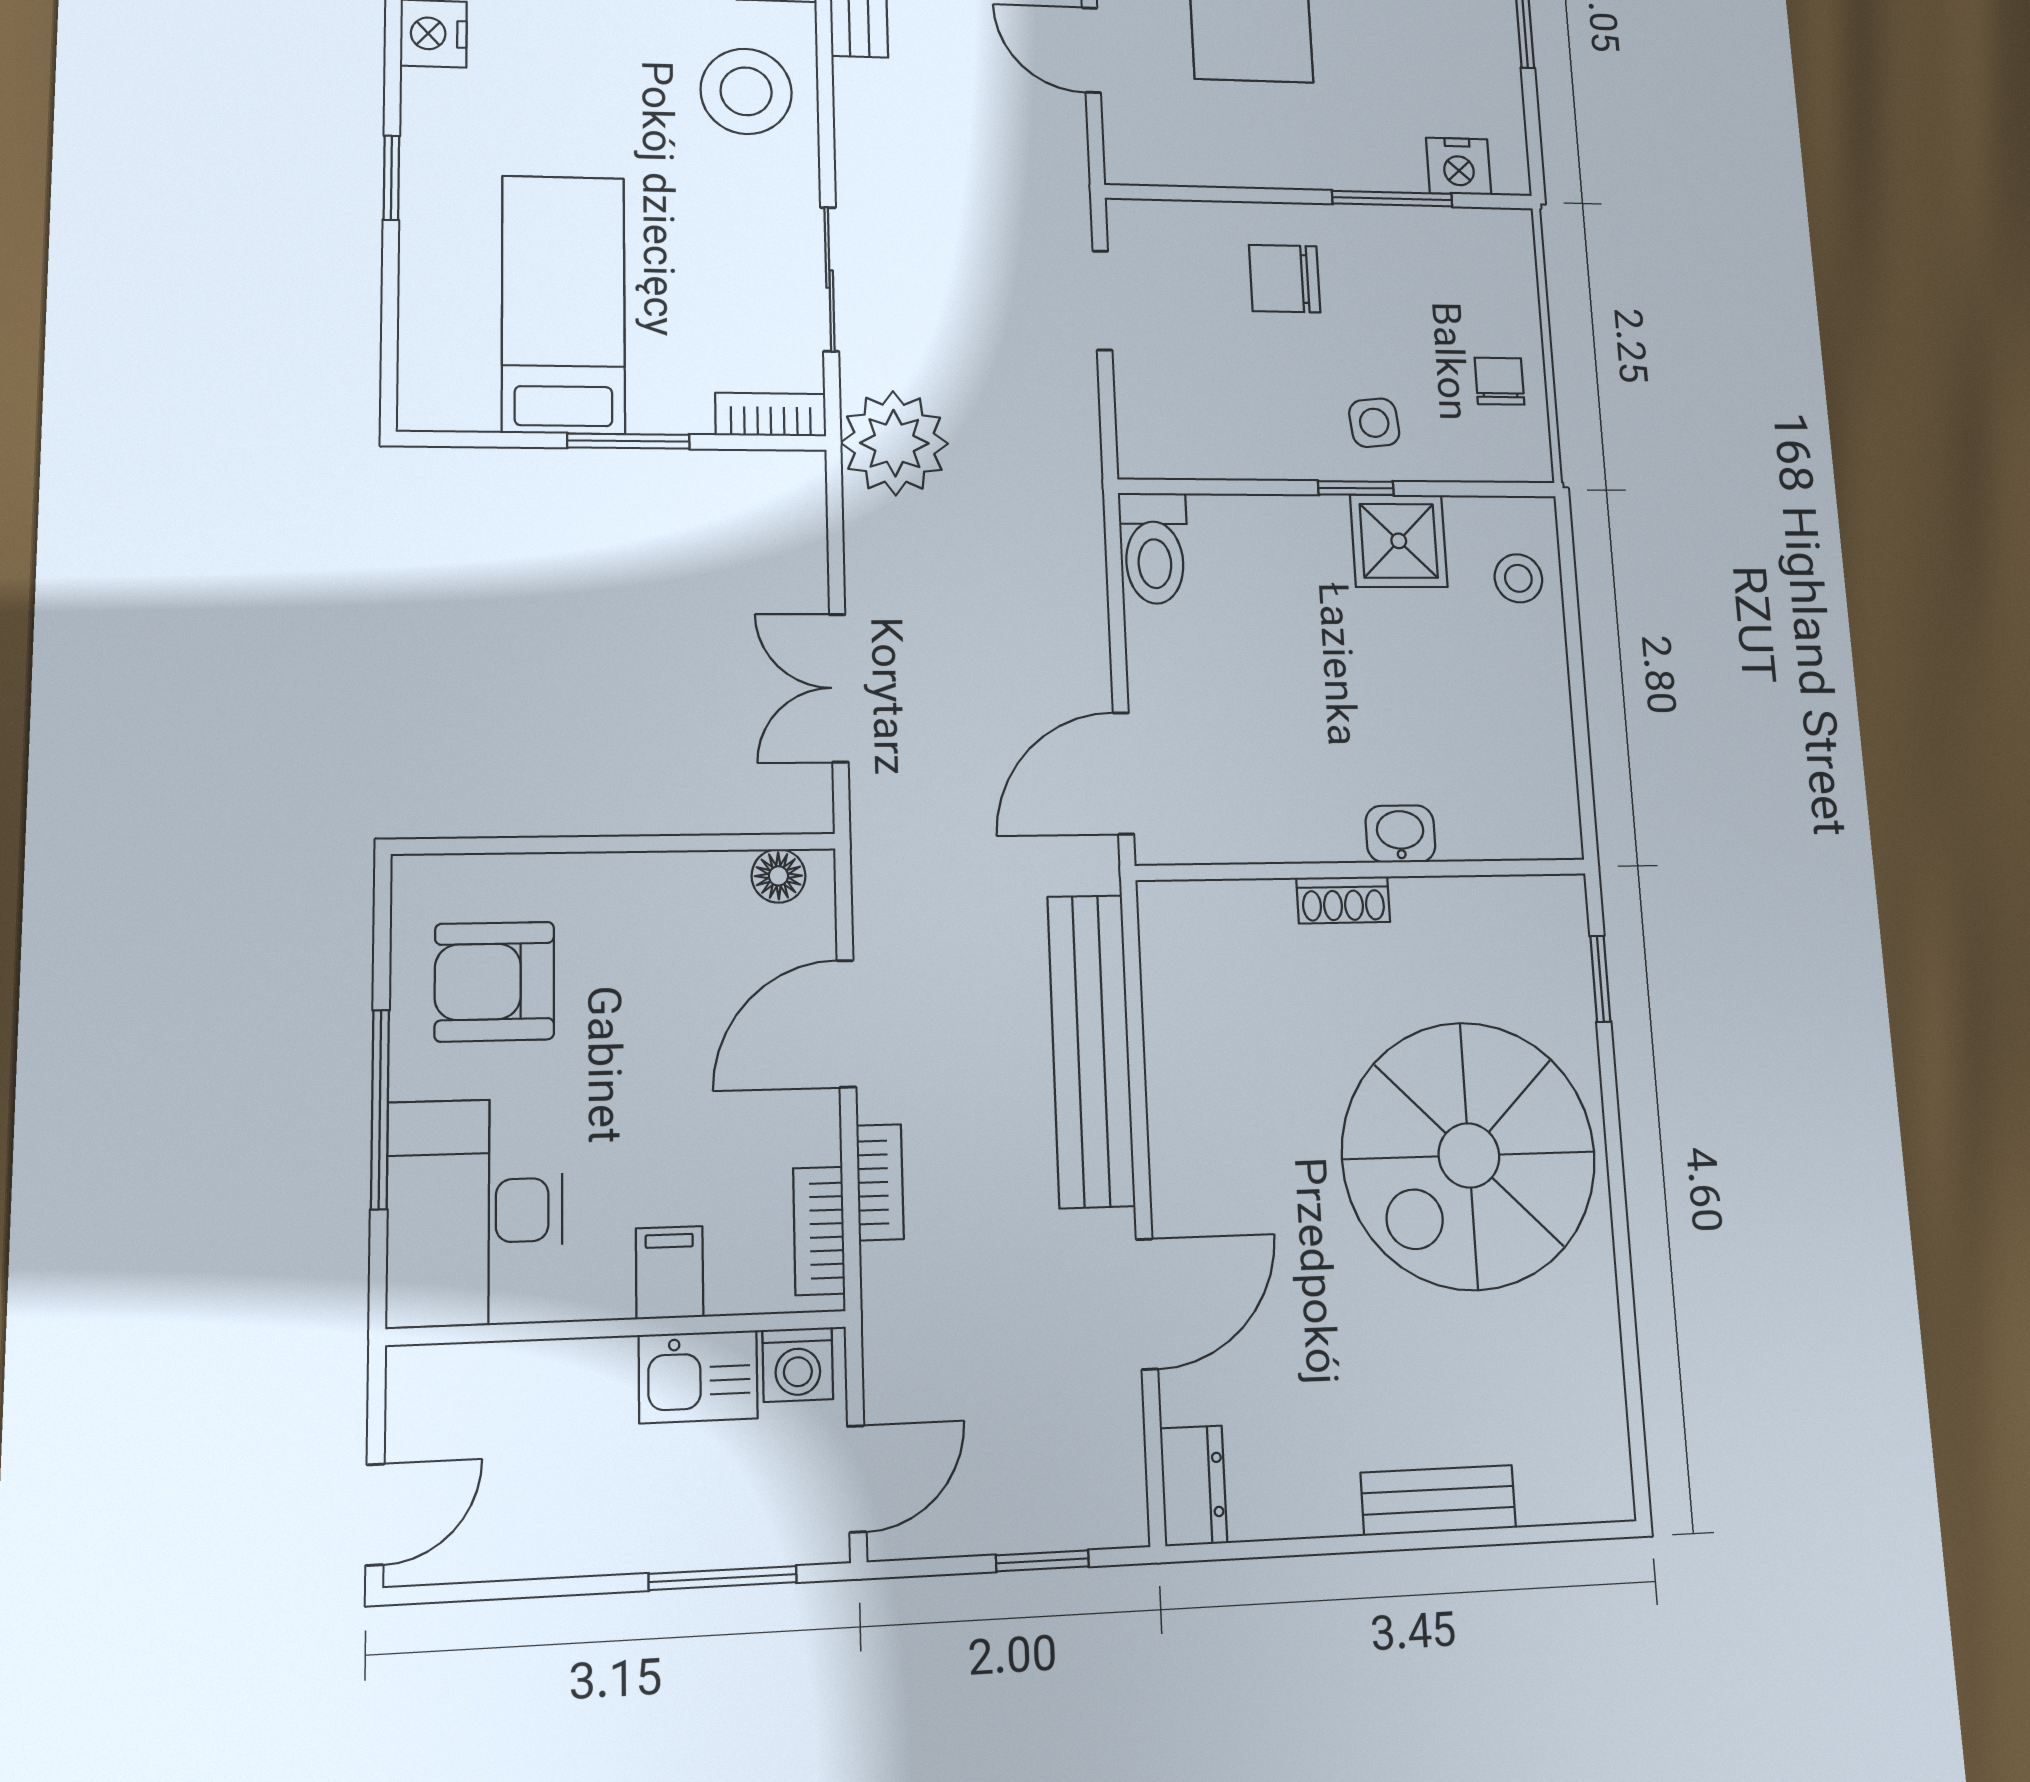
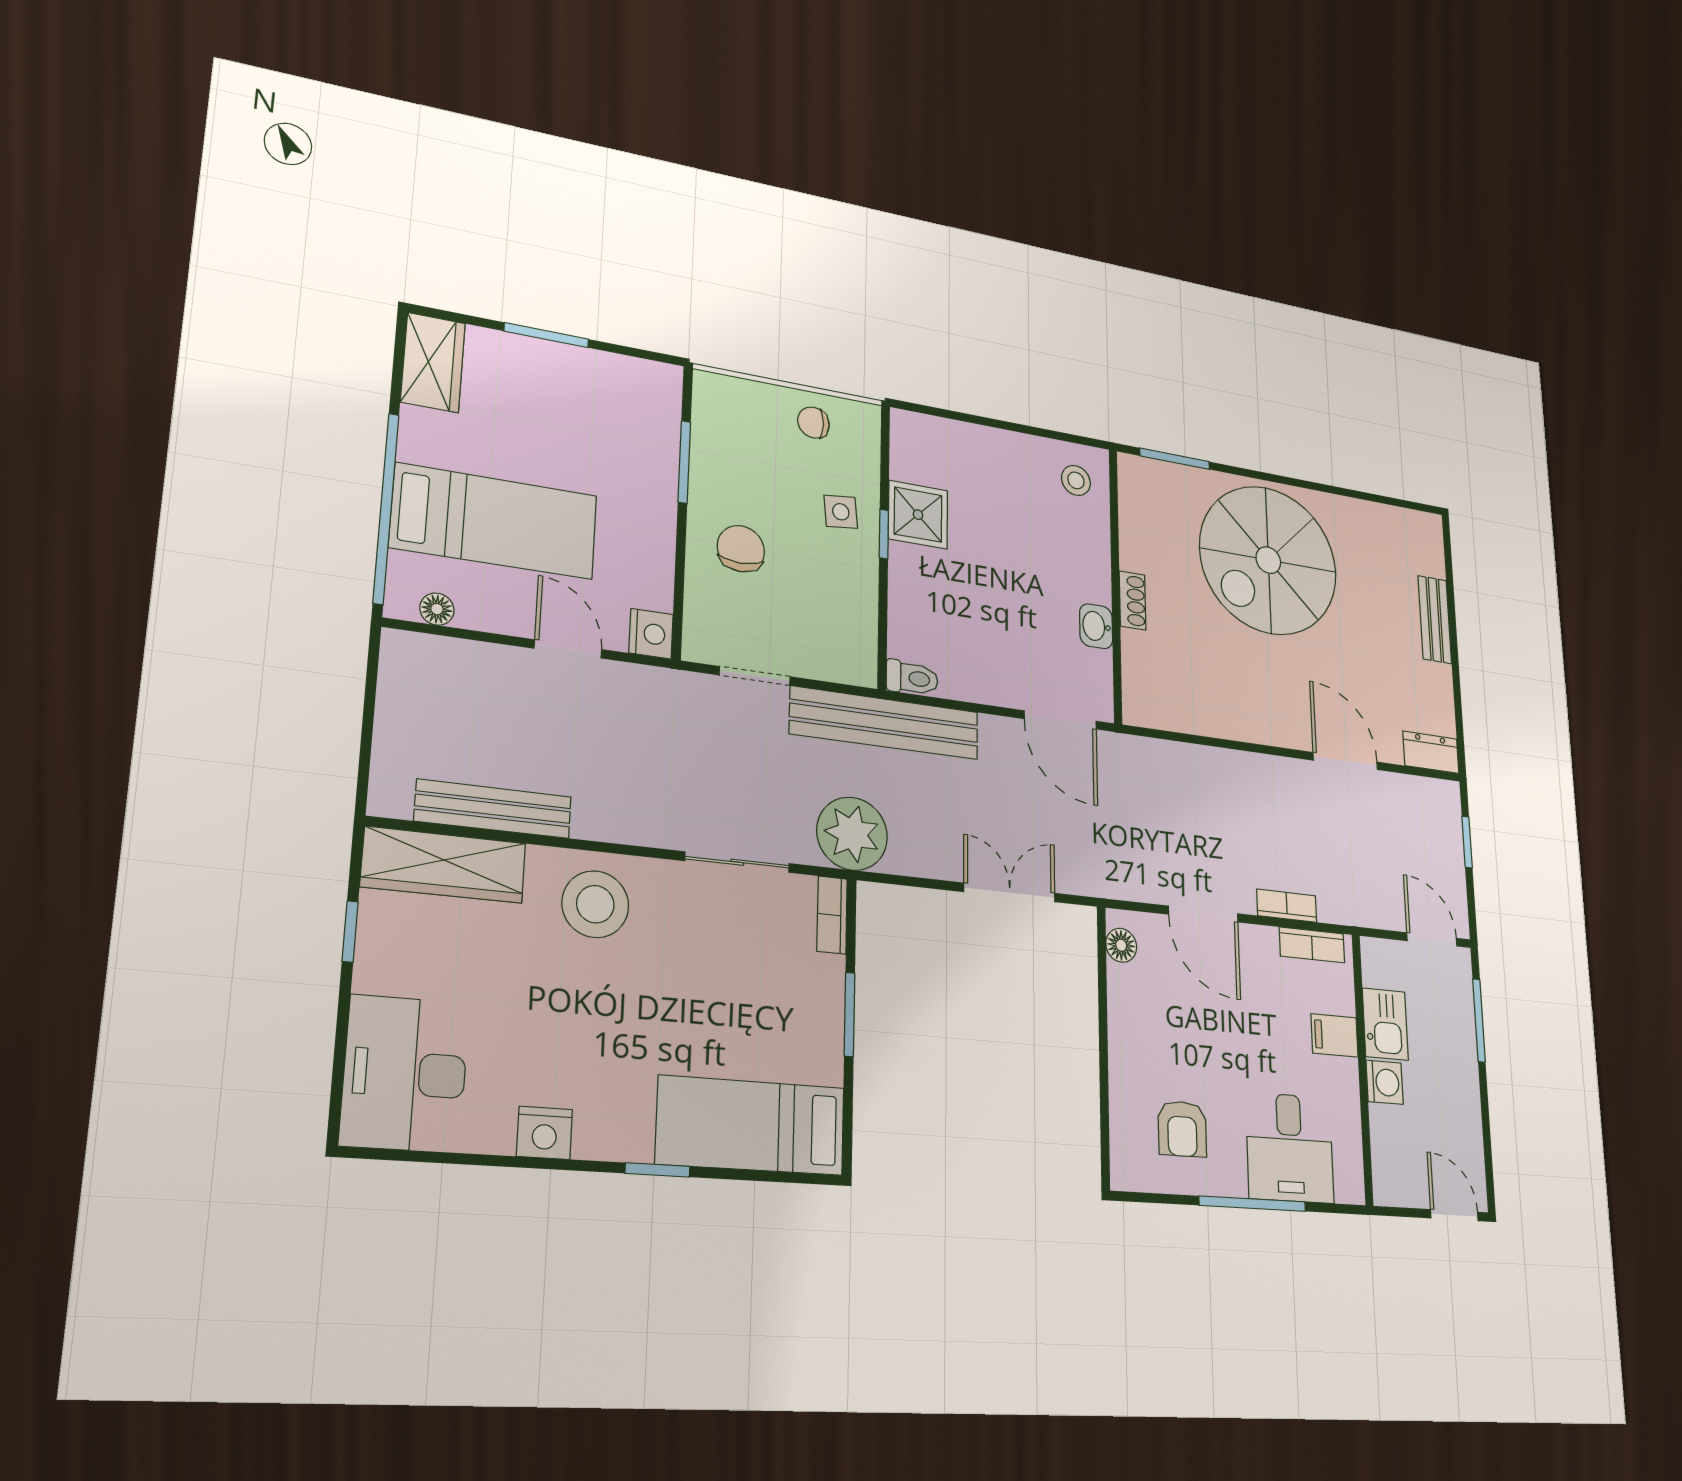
door: (1091, 50) -> (568, 649), swing flipped
nightstand: (1459, 166) -> (651, 634), moved
chair: (1285, 279) -> (741, 549), turned 180
bed: (563, 304) -> (751, 1126), moved
toilet: (1154, 548) -> (912, 678), width x0.73, depth x0.72
stool: (1518, 578) -> (1076, 480), moved
double door: (839, 688) -> (1010, 892), swing flipped
washbasin: (1400, 834) -> (1096, 626), moved
window: (1600, 979) -> (1175, 459), width x1.50
armchair: (495, 981) -> (1182, 1129), width x0.72, depth x0.72
bench: (1091, 1050) -> (885, 723), moved
spiral stairs: (1469, 1155) -> (1268, 560), turned 90
desk: (475, 1212) -> (1290, 1148), width x0.73
washing machine: (798, 1365) -> (1385, 1082), moved

